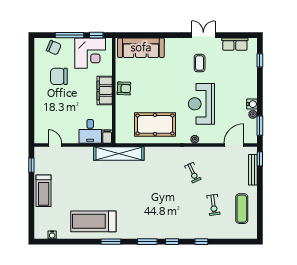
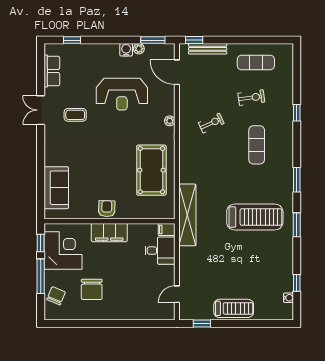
sofa: (141, 48) -> (56, 188), width x0.73
reception desk: (201, 104) -> (122, 94), moved
exercise mat: (175, 209) -> (257, 145), added
treadmill: (93, 221) -> (255, 217), moved, turned -90
window: (172, 242) -> (297, 283), moved

